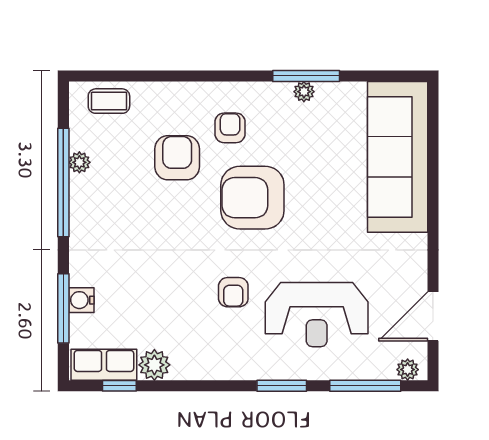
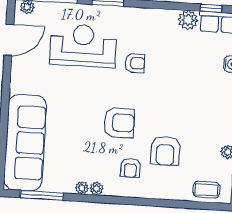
window: (306, 76) -> (42, 195), moved
plant: (281, 92) -> (97, 189), added
armchair: (252, 198) -> (119, 123), width x0.73, depth x0.73
armchair: (233, 292) -> (135, 63), turned 90

